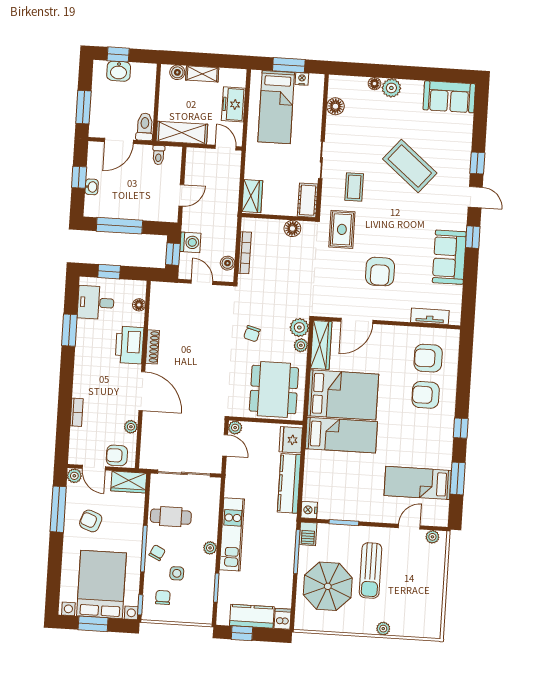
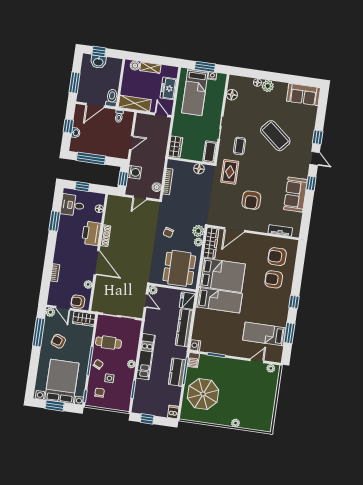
door: (202, 282) -> (140, 198), swing flipped
sun lounger: (371, 571) -> (230, 386), removed
kitchen counter: (252, 616) -> (177, 372), moved, turned -90

